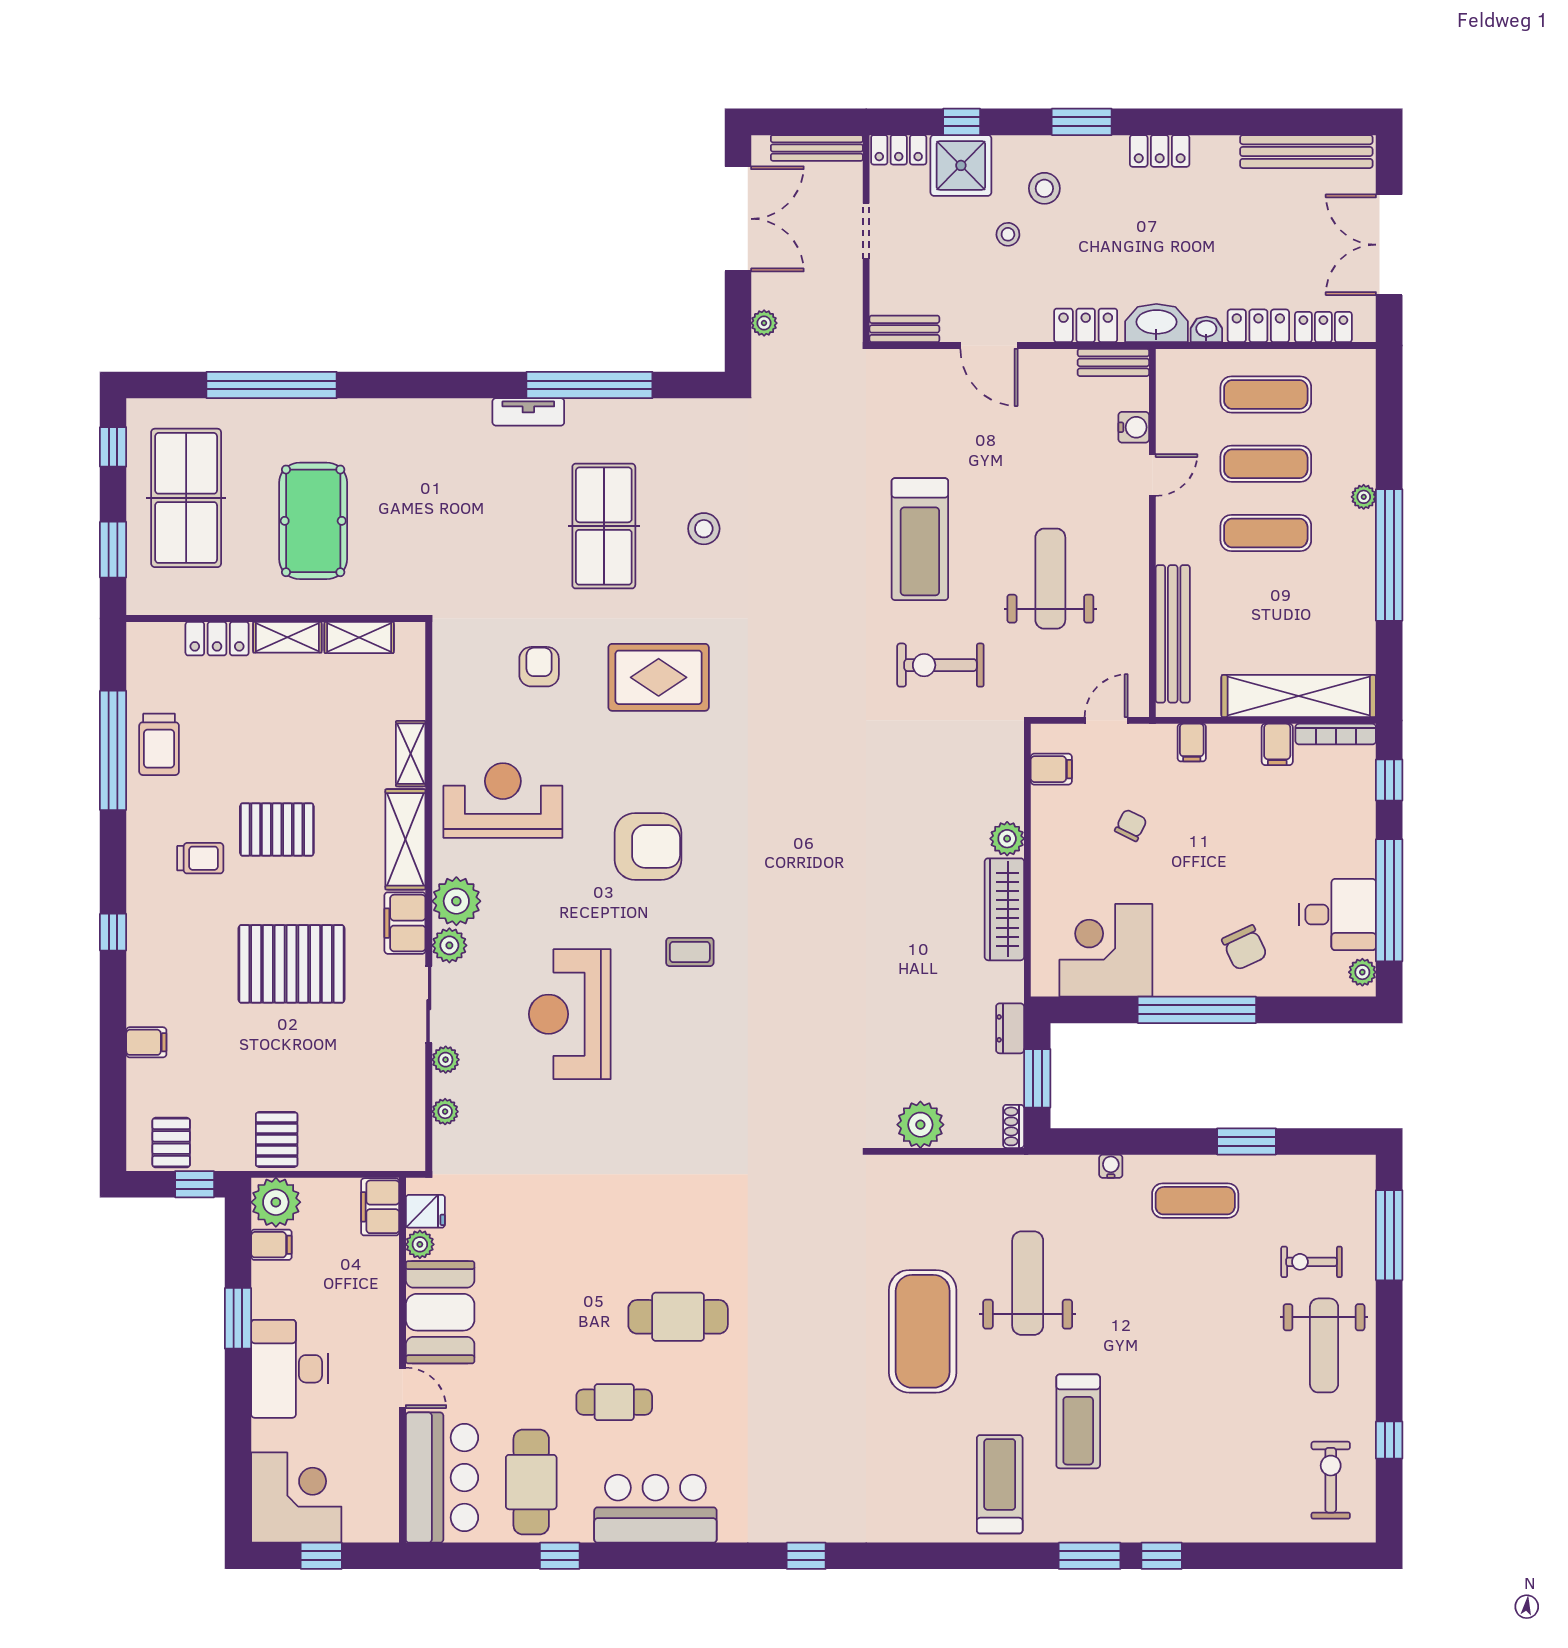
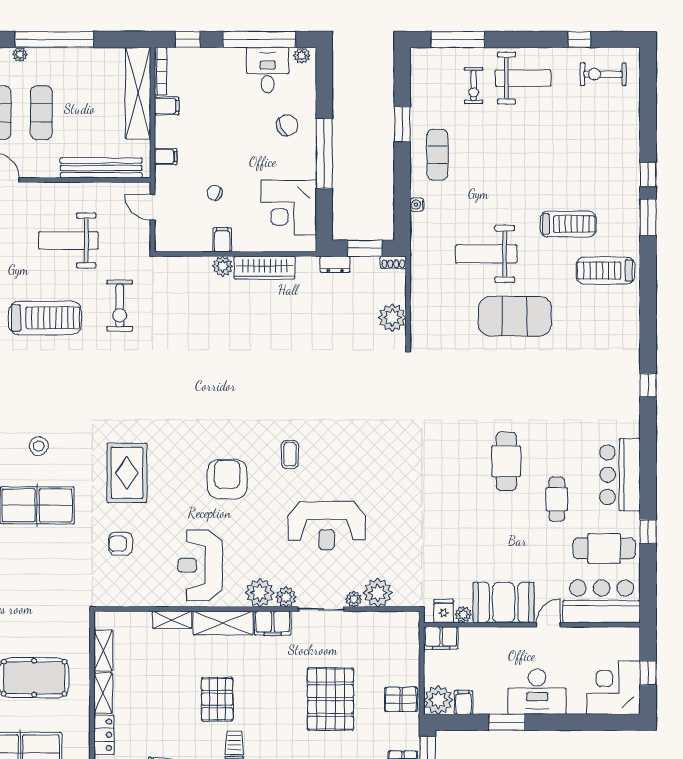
filing cabinet: (1051, 769) -> (222, 240), moved
pallet: (291, 964) -> (330, 699), moved
plant: (445, 1112) -> (378, 593), width x1.87, depth x1.87

